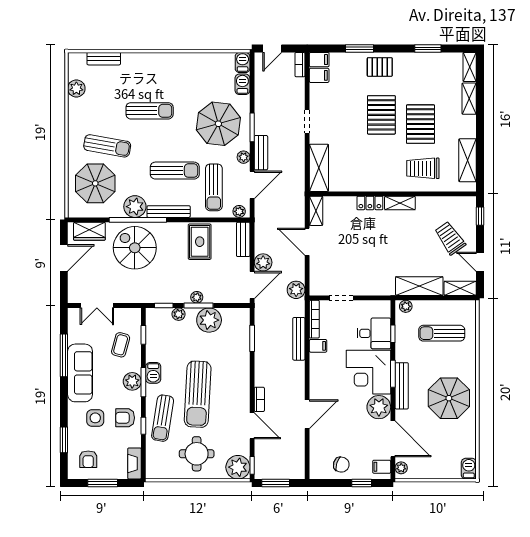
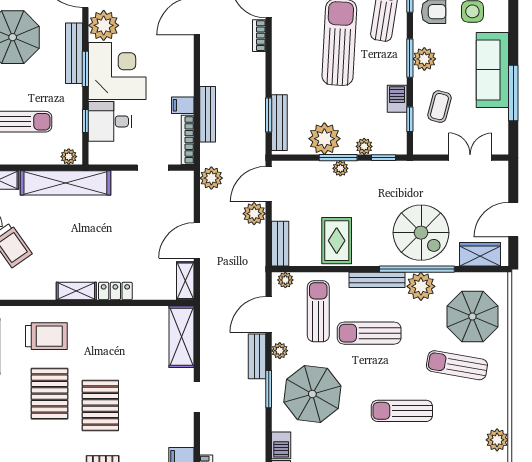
door: (307, 242) -> (197, 241), swing flipped
shelving: (419, 286) -> (65, 183), width x1.47
bench: (244, 332) -> (279, 123), added
barbecue: (153, 373) -> (397, 99), moved

